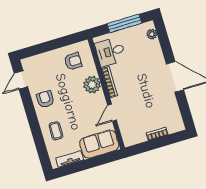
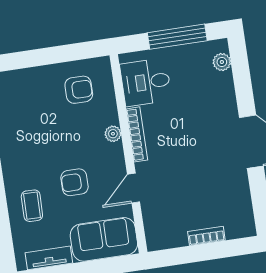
plant: (92, 85) -> (113, 134), width x0.53, depth x0.53
armchair: (45, 99) -> (75, 182), moved, turned -90

